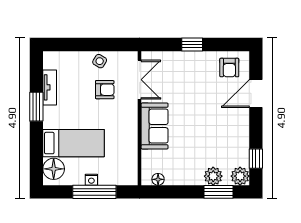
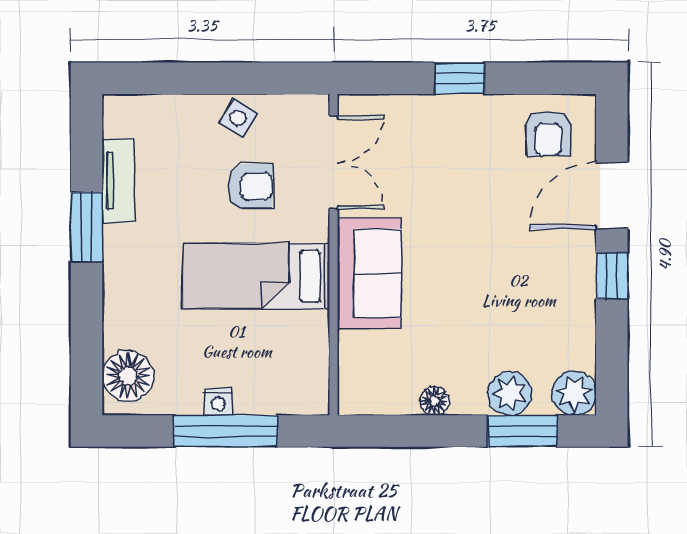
bed: (73, 143) -> (256, 276), moved, turned 180
window: (256, 159) -> (612, 276), moved
floor lamp: (158, 179) -> (434, 401), moved

